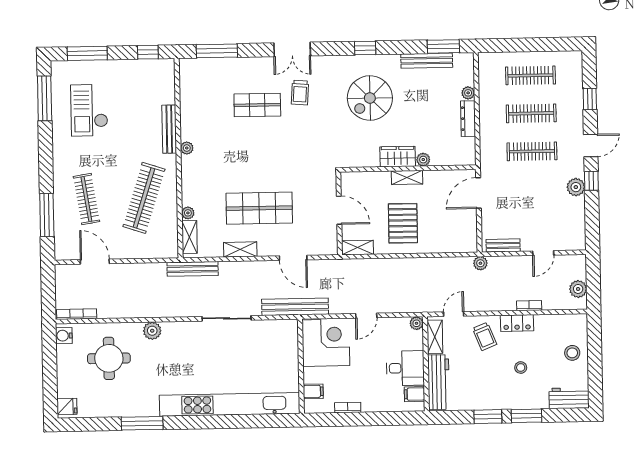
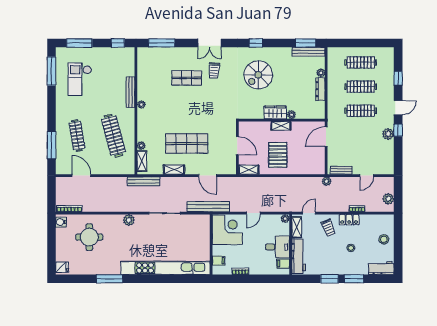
bench: (427, 61) -> (309, 52), moved
clothes rail: (144, 198) -> (113, 136), turned -33
plant: (152, 331) -> (129, 220), moved

